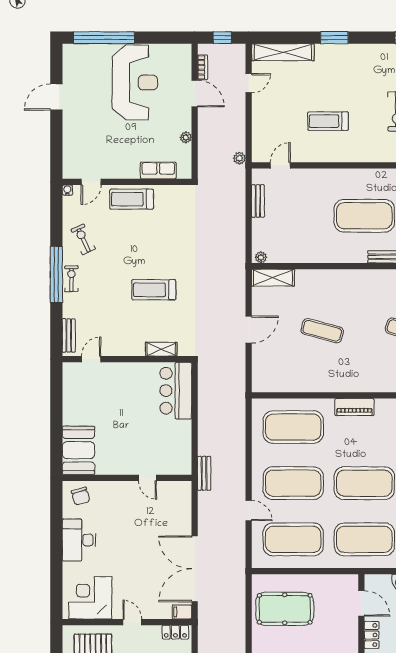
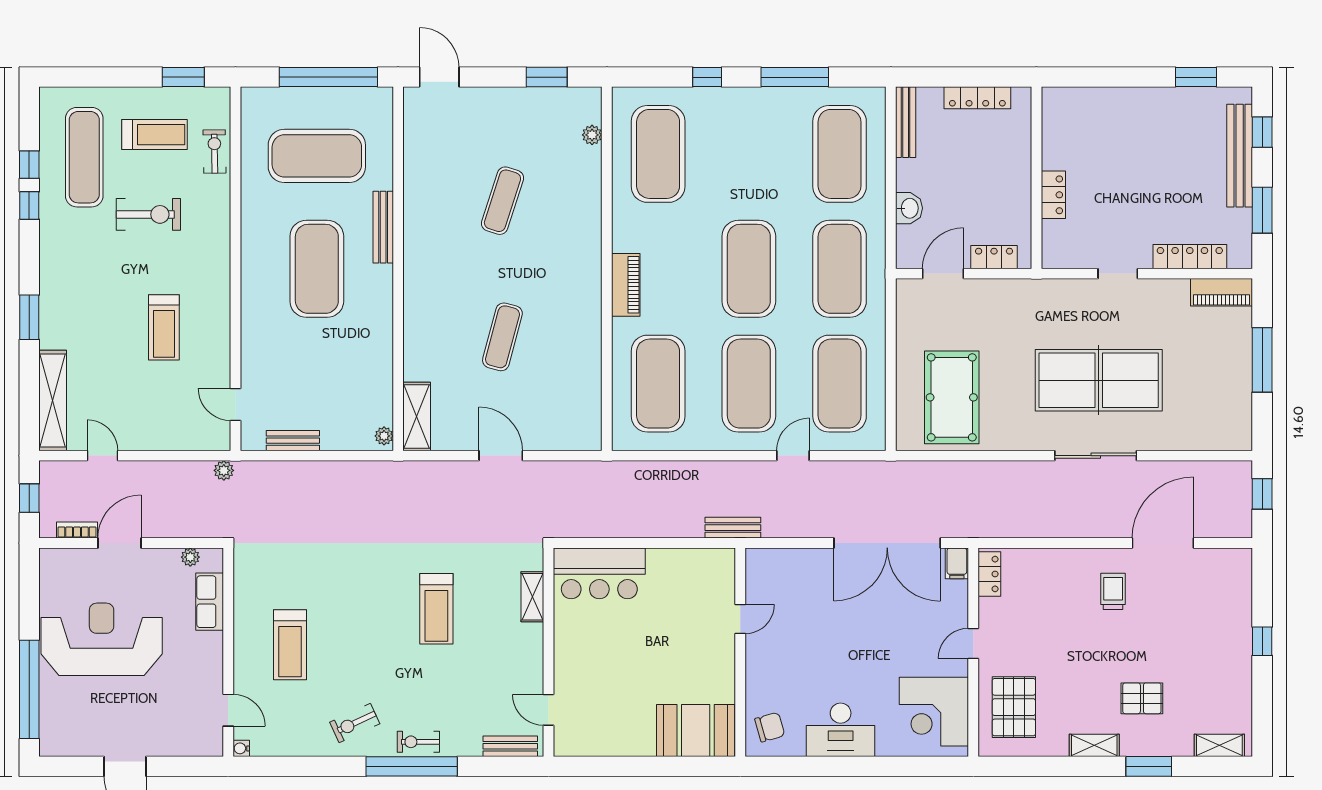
row of seats: (158, 170) -> (210, 602), moved
door: (91, 182) -> (228, 710), moved
wall: (127, 182) -> (228, 652), moved
water cooler: (67, 190) -> (241, 748), moved

